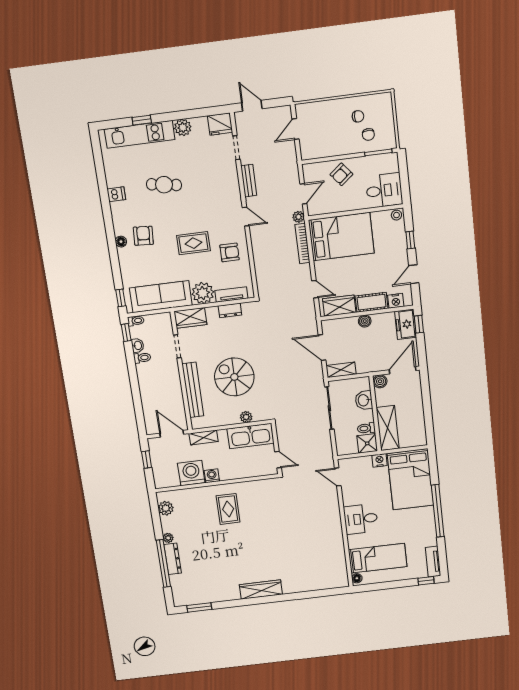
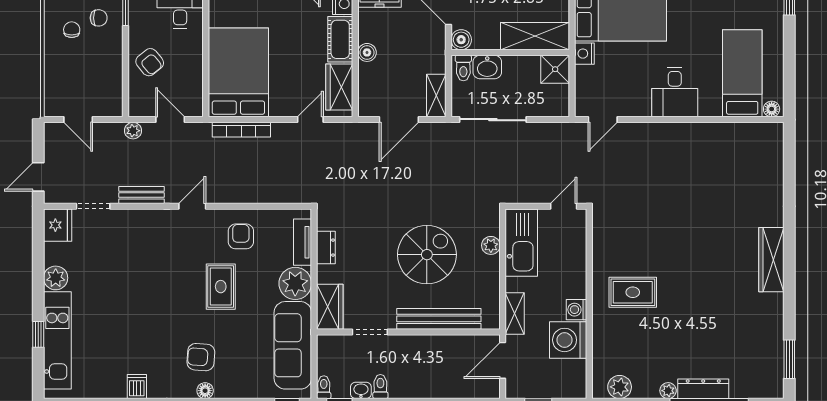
cafe table: (164, 185) -> (132, 316), removed
plant: (298, 217) -> (133, 131), moved
spiral stairs: (234, 377) -> (427, 255), turned 180
toilet: (366, 428) -> (463, 68), moved

